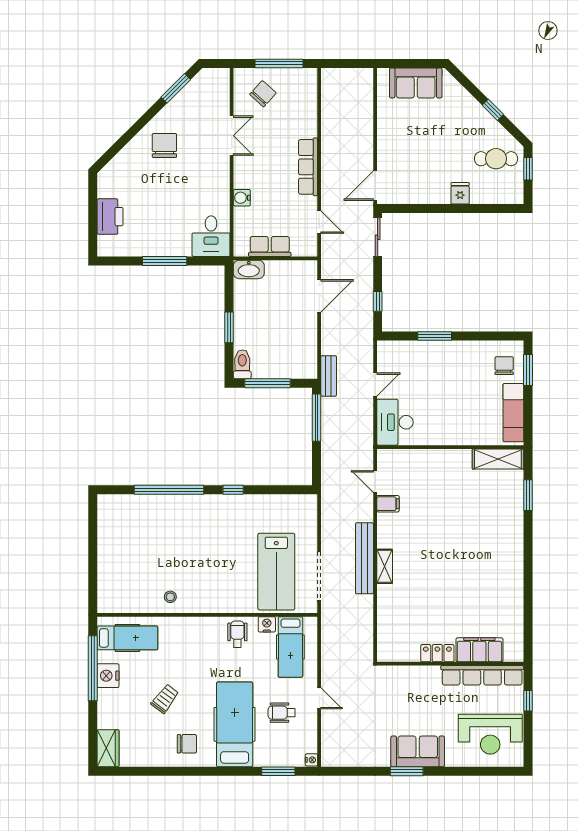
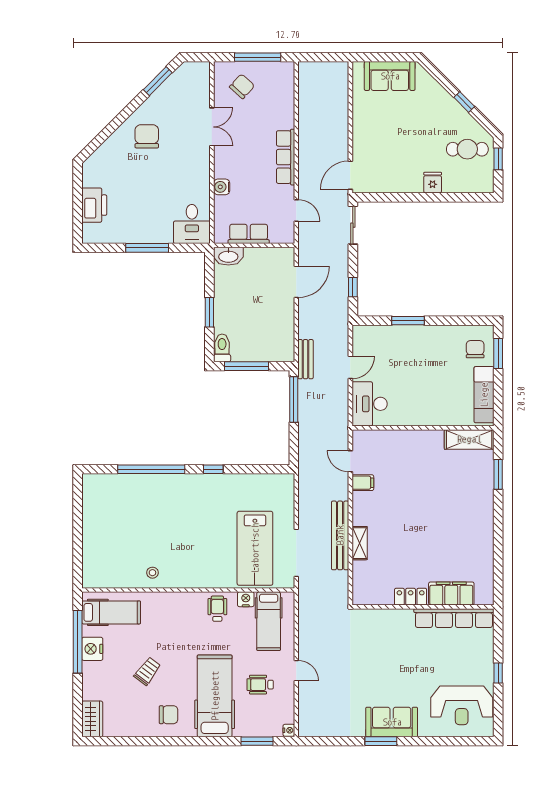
filing cabinet: (479, 650) -> (451, 593), moved
locker: (437, 653) -> (411, 597), moved
wall: (450, 664) -> (423, 607), moved
row of seats: (482, 675) -> (454, 618), moved

